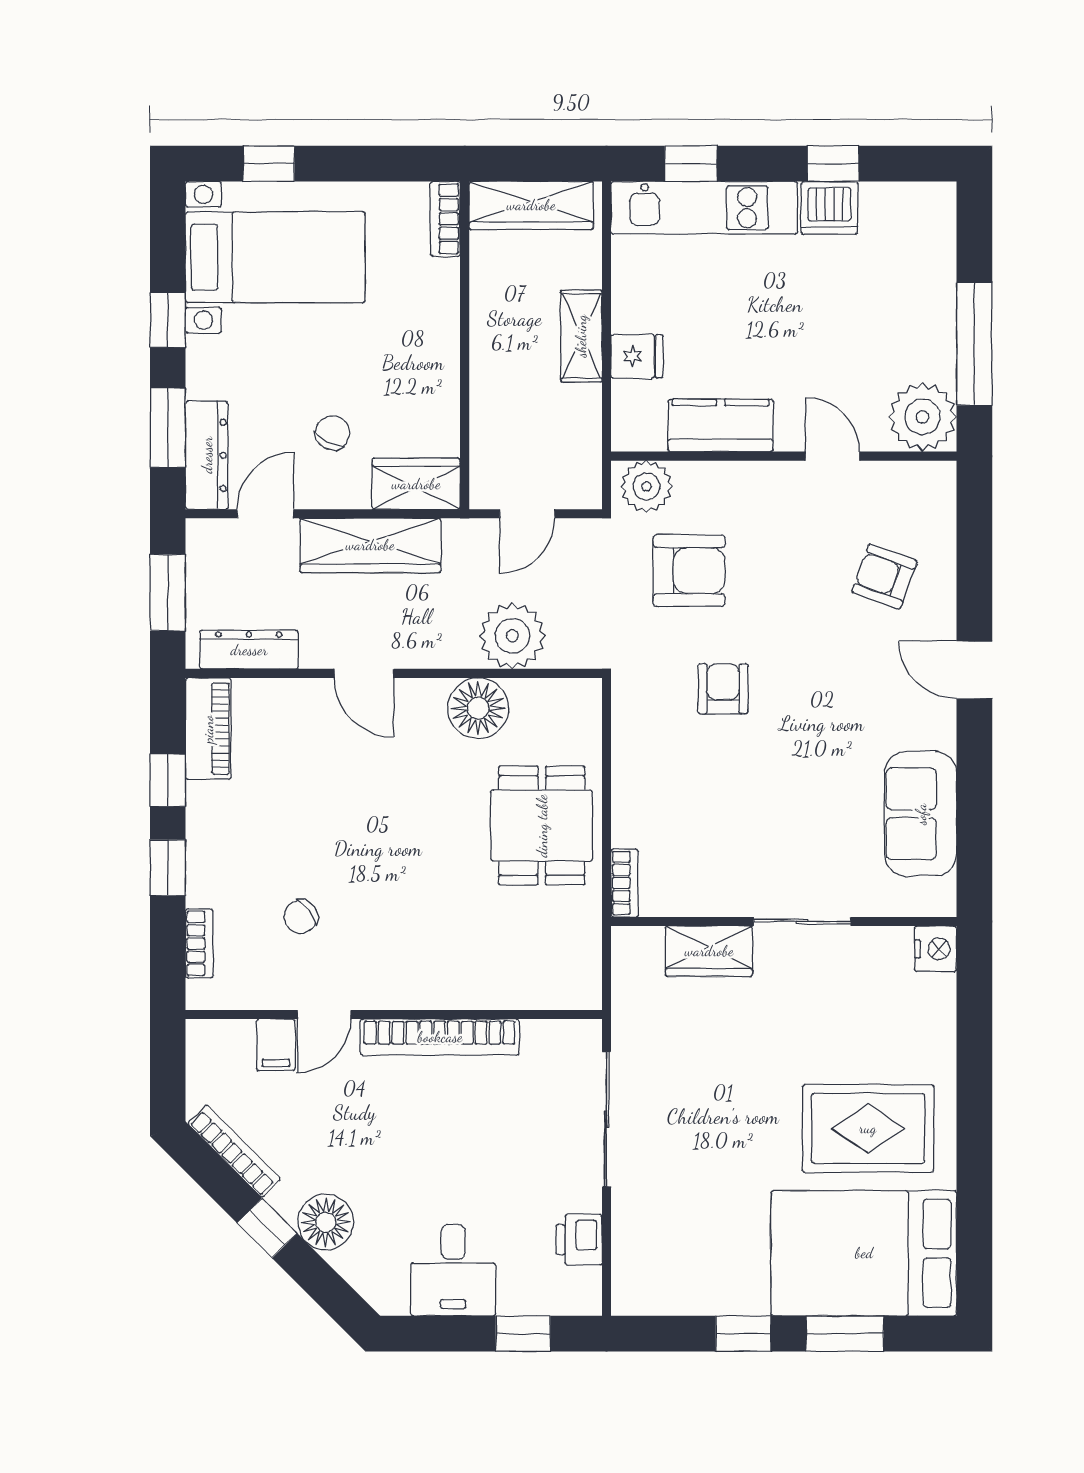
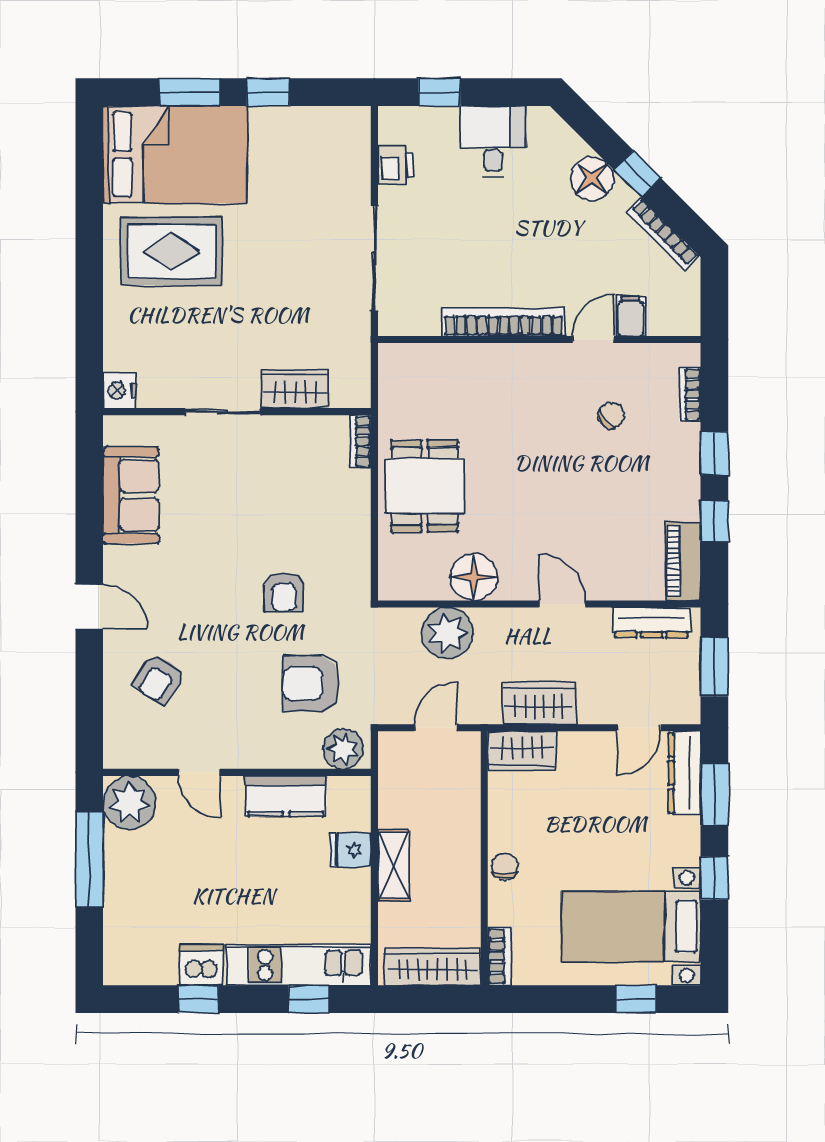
chair: (332, 433) -> (505, 866), moved, turned 152
wardrobe: (370, 545) -> (539, 703), width x0.67
armchair: (885, 576) -> (159, 679), turned 103

